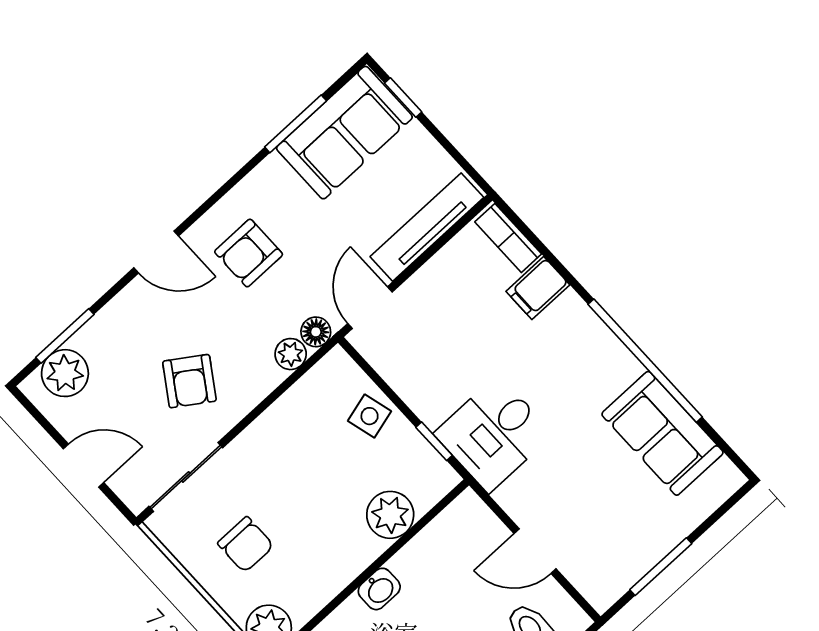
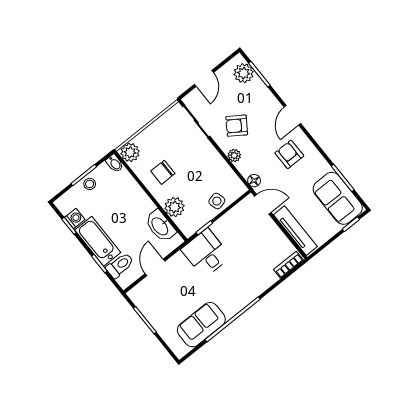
filing cabinet: (538, 288) -> (266, 276), removed
plant: (291, 354) -> (234, 155), moved
chair: (246, 545) -> (163, 172), moved
washbasin: (379, 589) -> (160, 226), moved, width x1.91, depth x1.45

